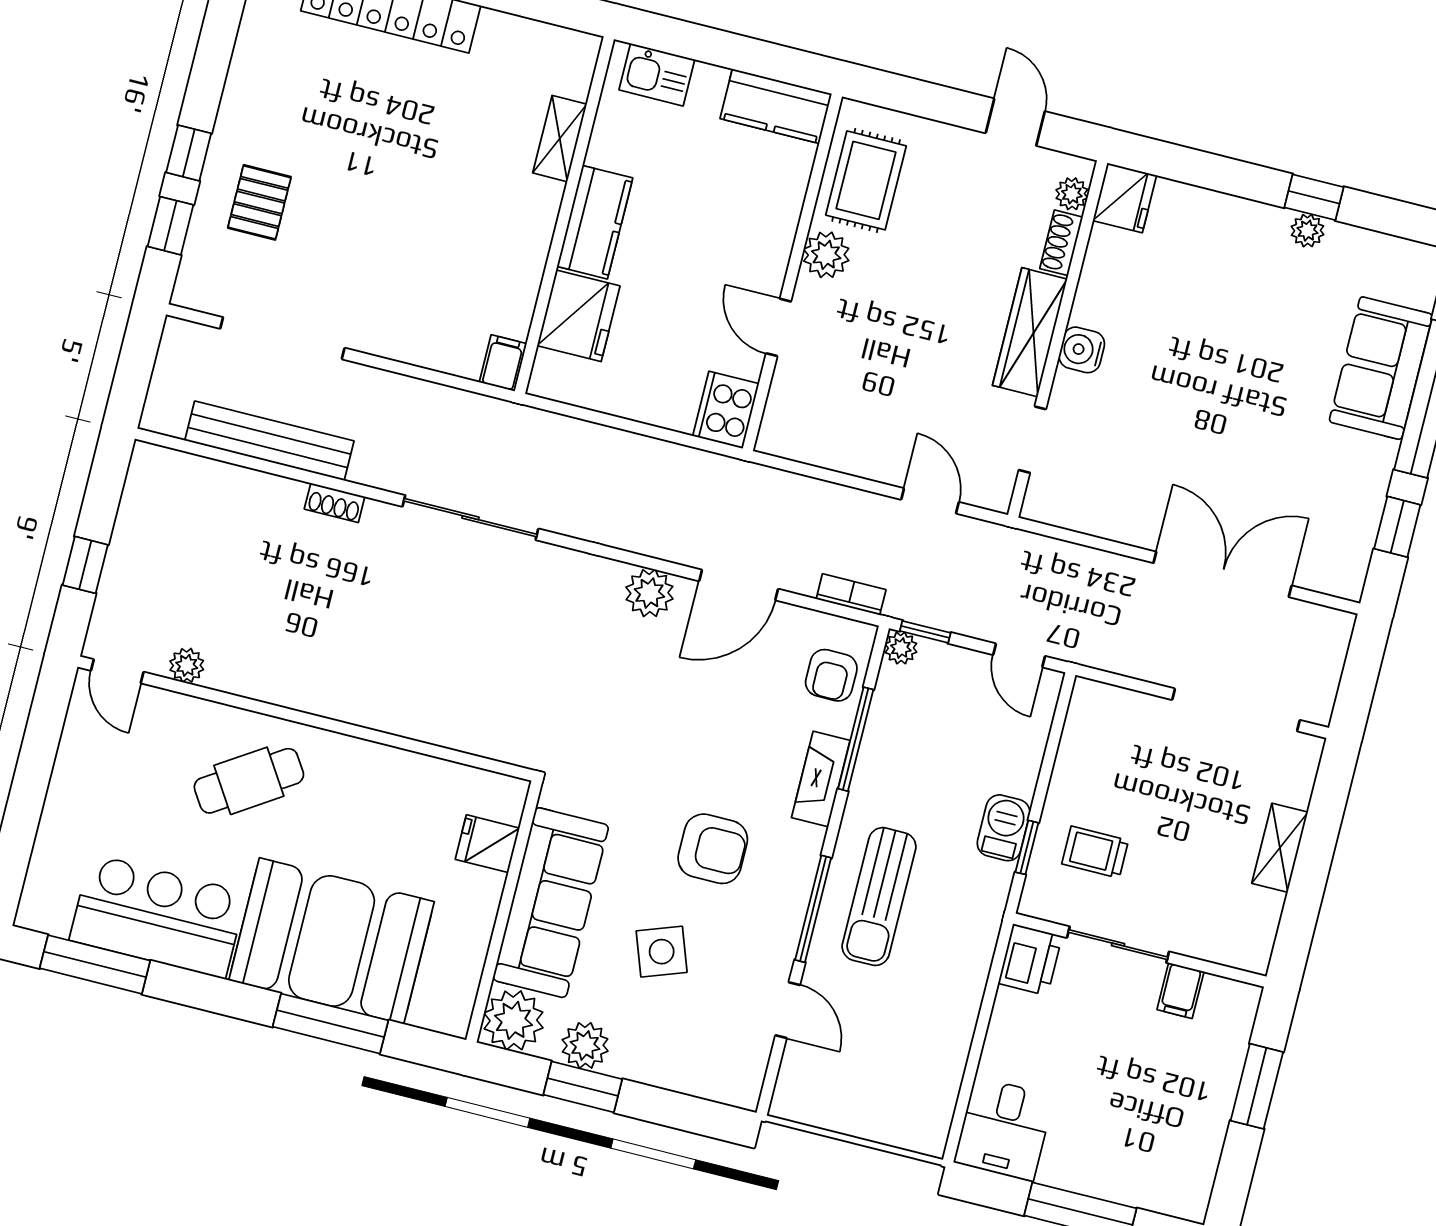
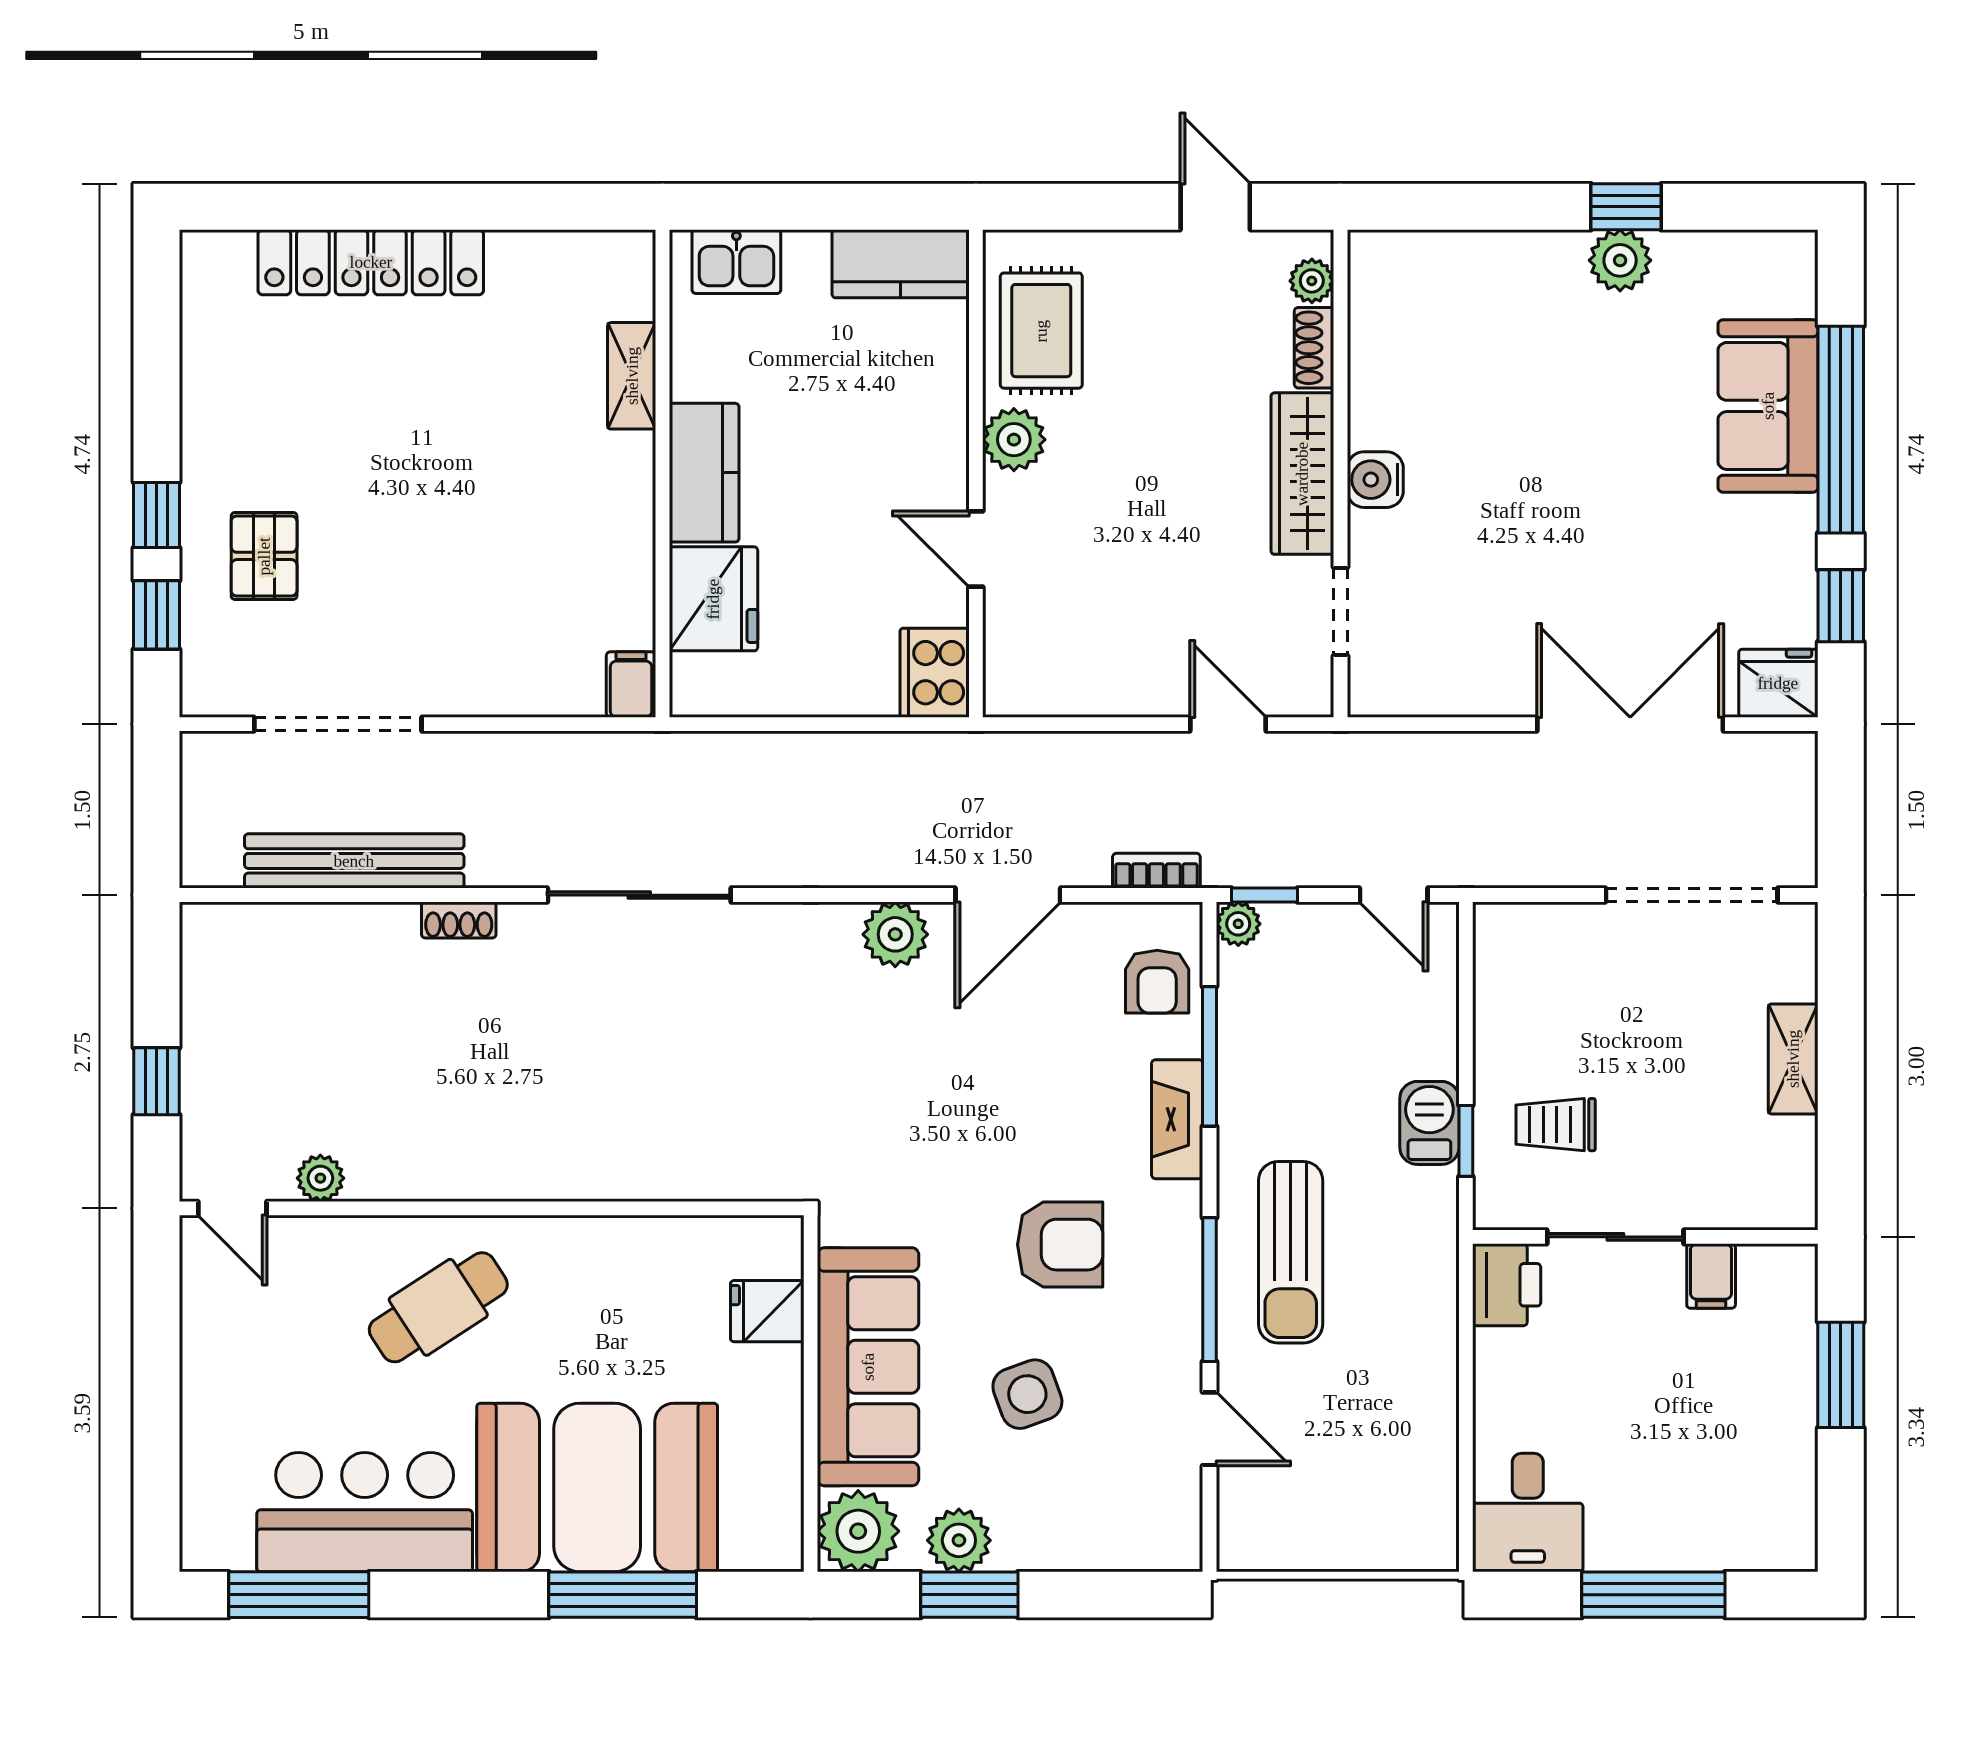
fridge: (1125, 198) -> (1778, 683), moved, turned -90
plant: (1308, 231) -> (1620, 260), width x1.38, depth x1.38

